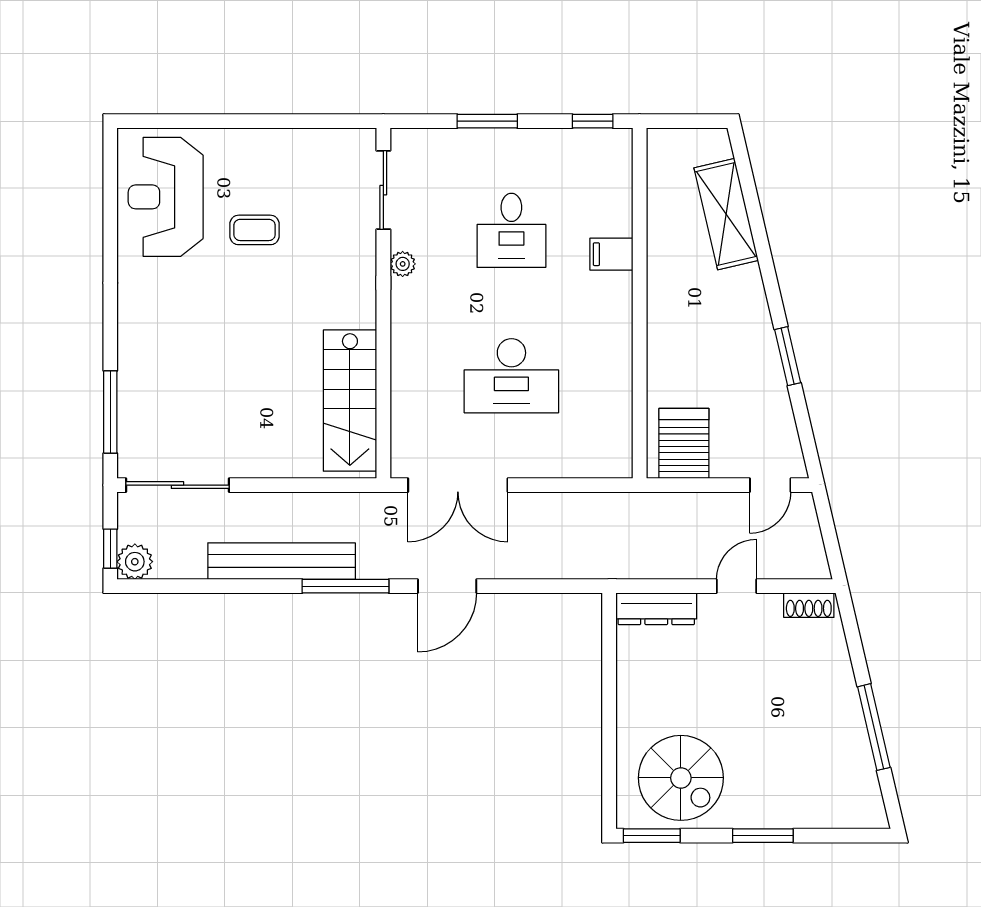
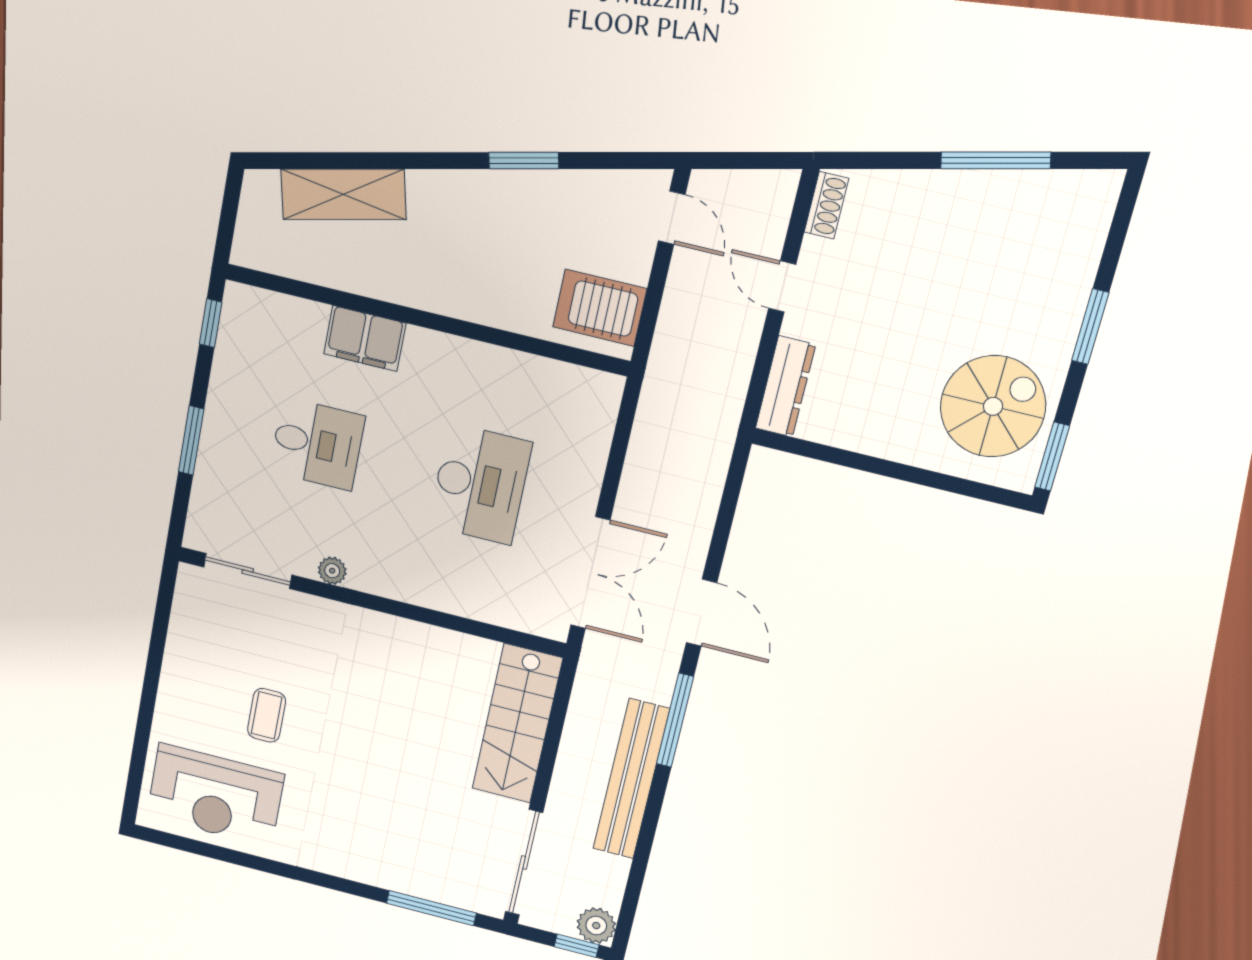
filing cabinet: (611, 254) -> (365, 339), width x2.00
stairs: (350, 401) -> (517, 724), moved, turned 90

